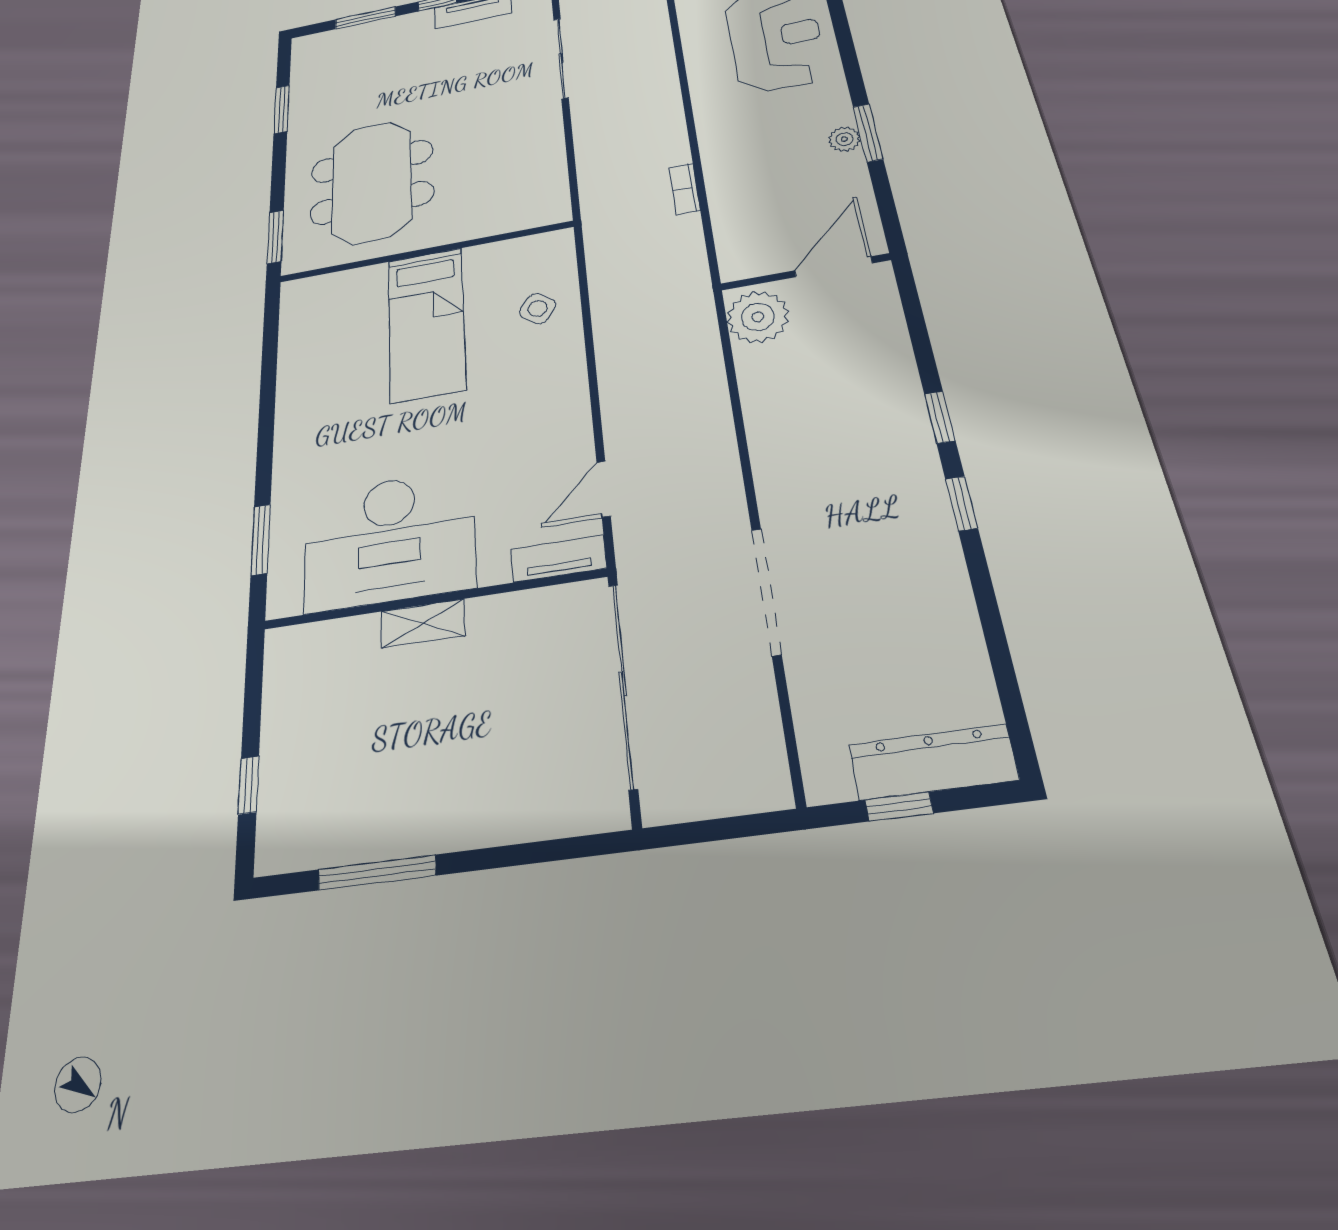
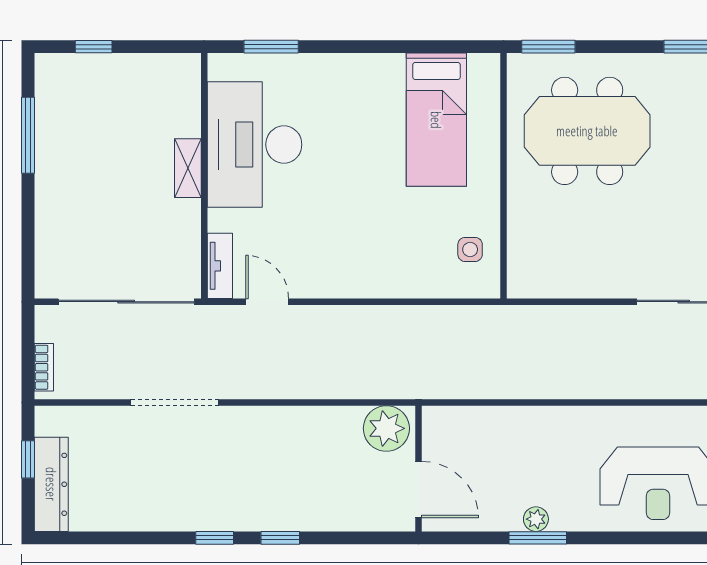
bookcase: (685, 189) -> (44, 367), moved, turned 90
side table: (538, 309) -> (470, 249), moved, turned -37
bed: (426, 324) -> (436, 120), moved, turned -90

